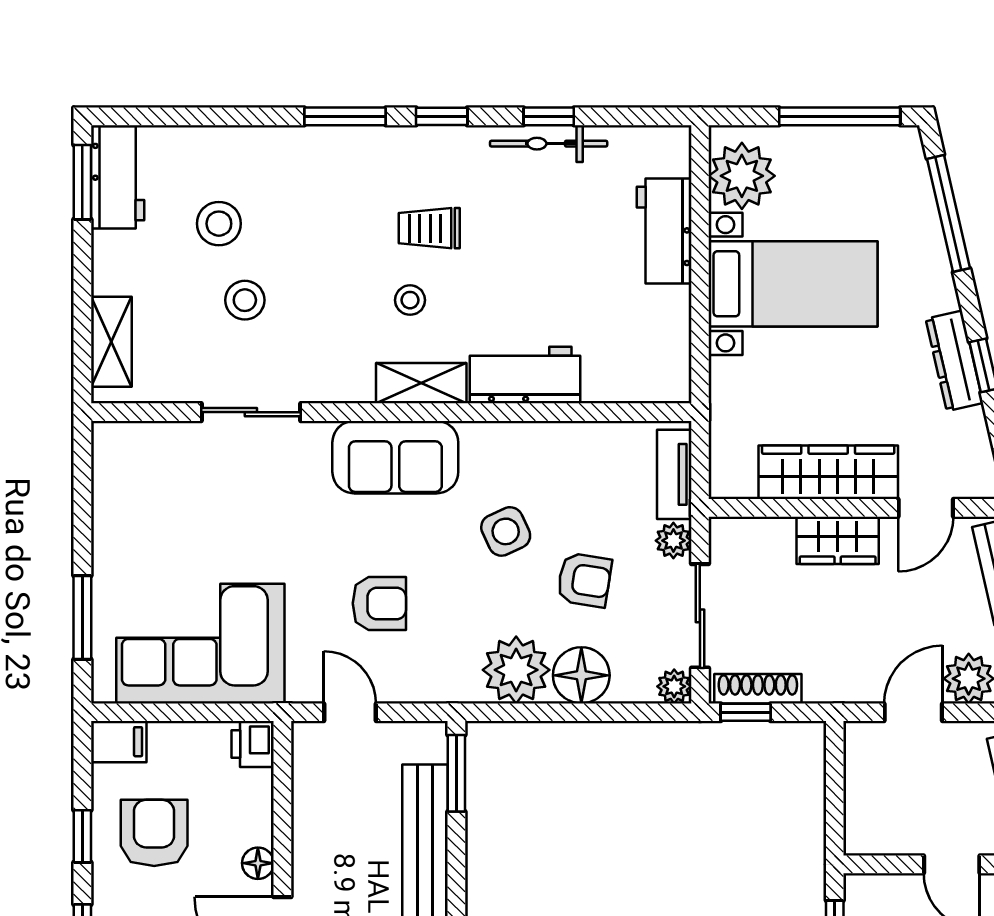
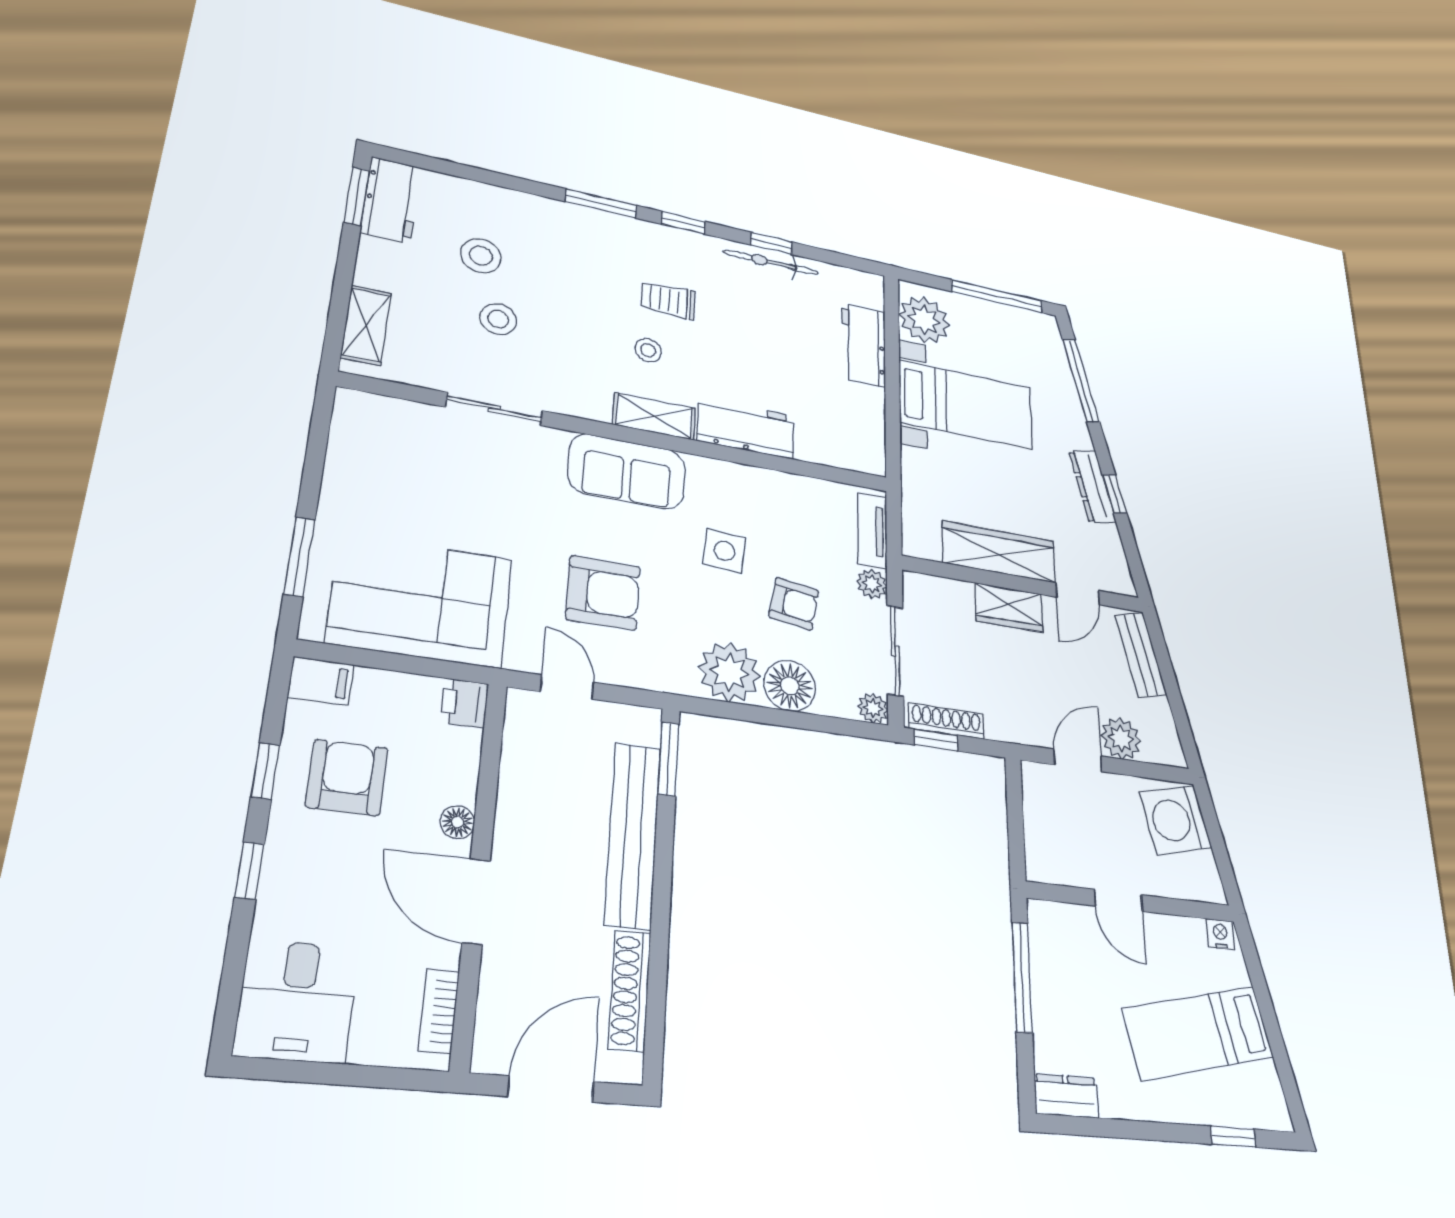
side table: (506, 531) -> (724, 551), turned 30
armchair: (379, 603) -> (603, 593), width x1.38, depth x1.38

